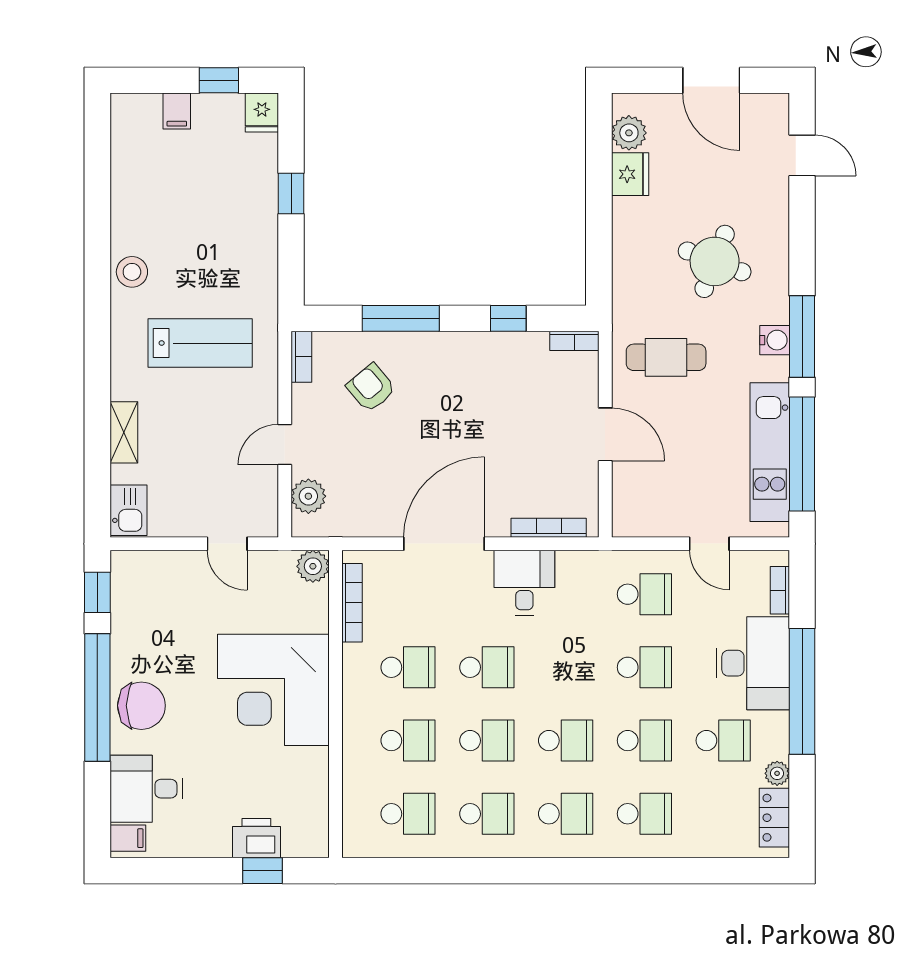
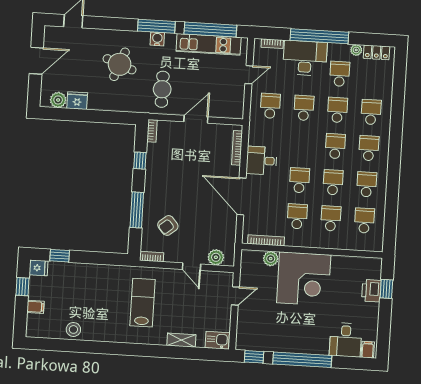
window: (291, 194) -> (60, 256), moved
stool: (132, 272) -> (73, 329), moved
plant: (313, 566) -> (271, 259), moved
chair: (141, 706) -> (307, 340), removed

